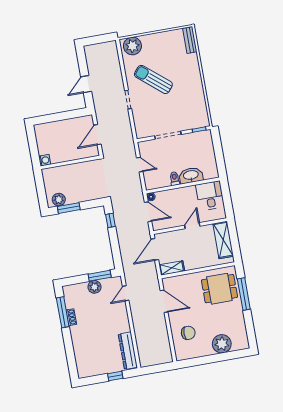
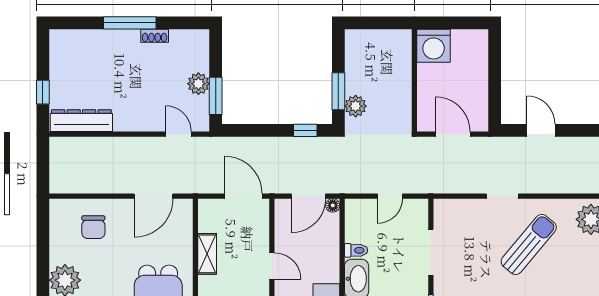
washing machine: (45, 160) -> (434, 46), width x1.89, depth x1.89
plant: (59, 200) -> (356, 106), moved
window: (69, 208) -> (338, 91), moved
shelving: (172, 268) -> (207, 254), moved
window: (63, 312) -> (130, 23), moved

